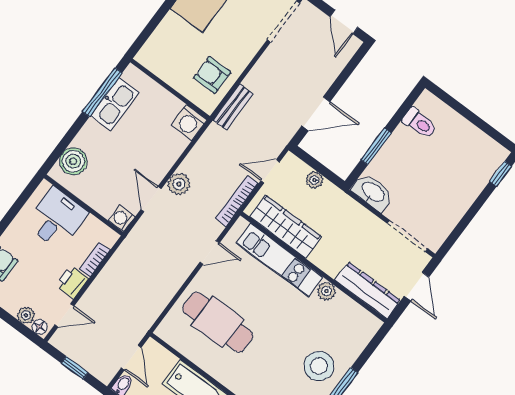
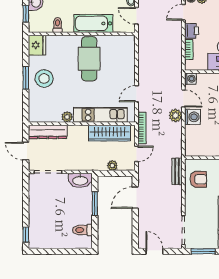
washing machine: (189, 122) -> (192, 117), moved, turned 90
cafe table: (218, 322) -> (89, 59), moved, turned 90

